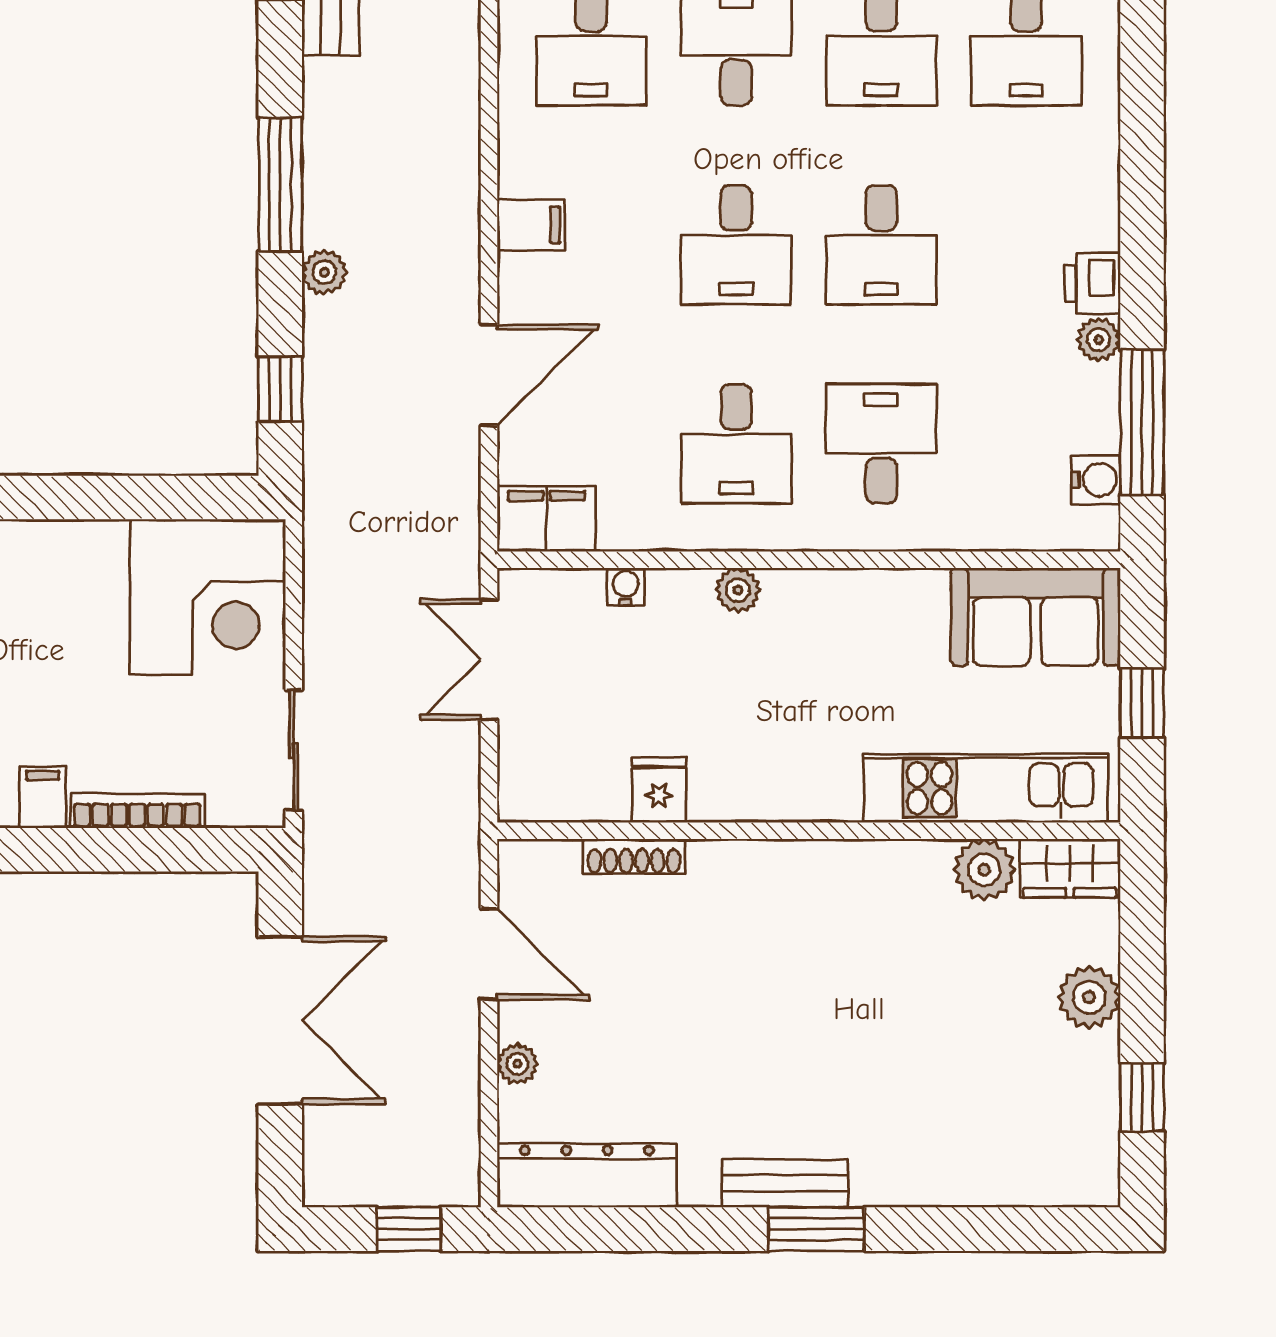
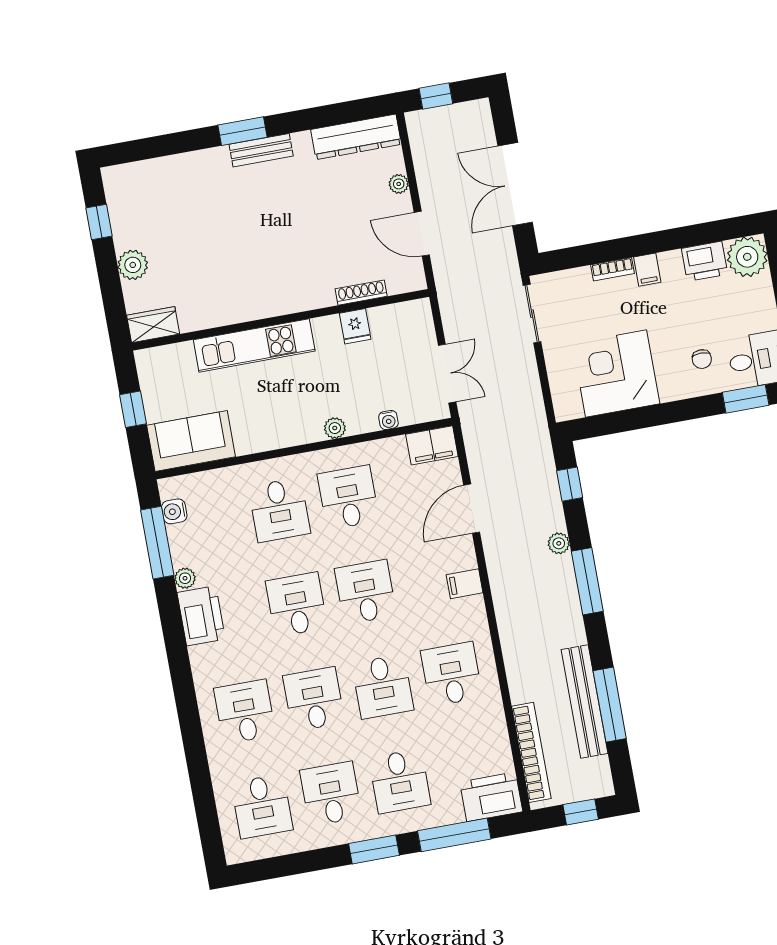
printer: (1093, 283) -> (201, 616), width x1.87, depth x1.48
corner desk: (208, 597) -> (616, 373), moved
kitchen unit: (986, 788) -> (254, 345), moved
bookcase: (137, 811) -> (613, 269), width x0.64
plant: (984, 870) -> (194, 316), removed

